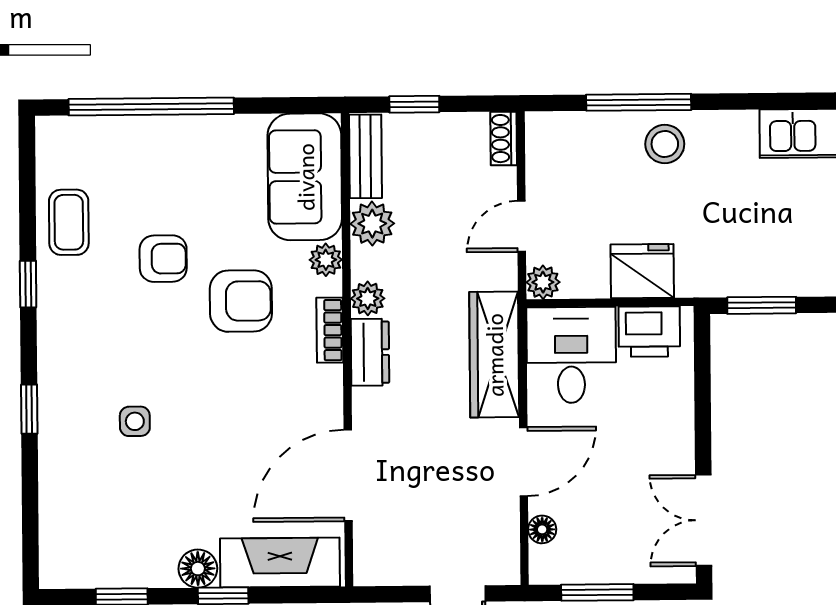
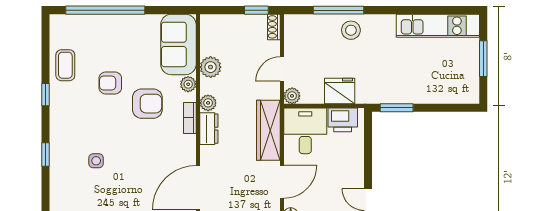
window: (414, 104) -> (256, 10), moved
bench: (365, 156) -> (208, 35), removed
armchair: (163, 259) -> (110, 83), turned 180

